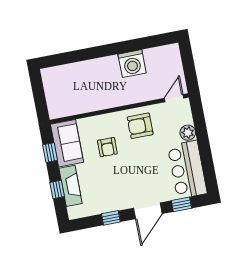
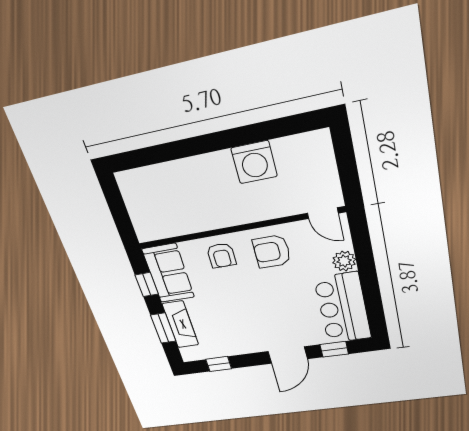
door: (174, 98) -> (323, 213), swing flipped
armchair: (107, 147) -> (221, 255), moved
window: (57, 190) -> (163, 328), width x1.50
window: (111, 218) -> (219, 364), moved

